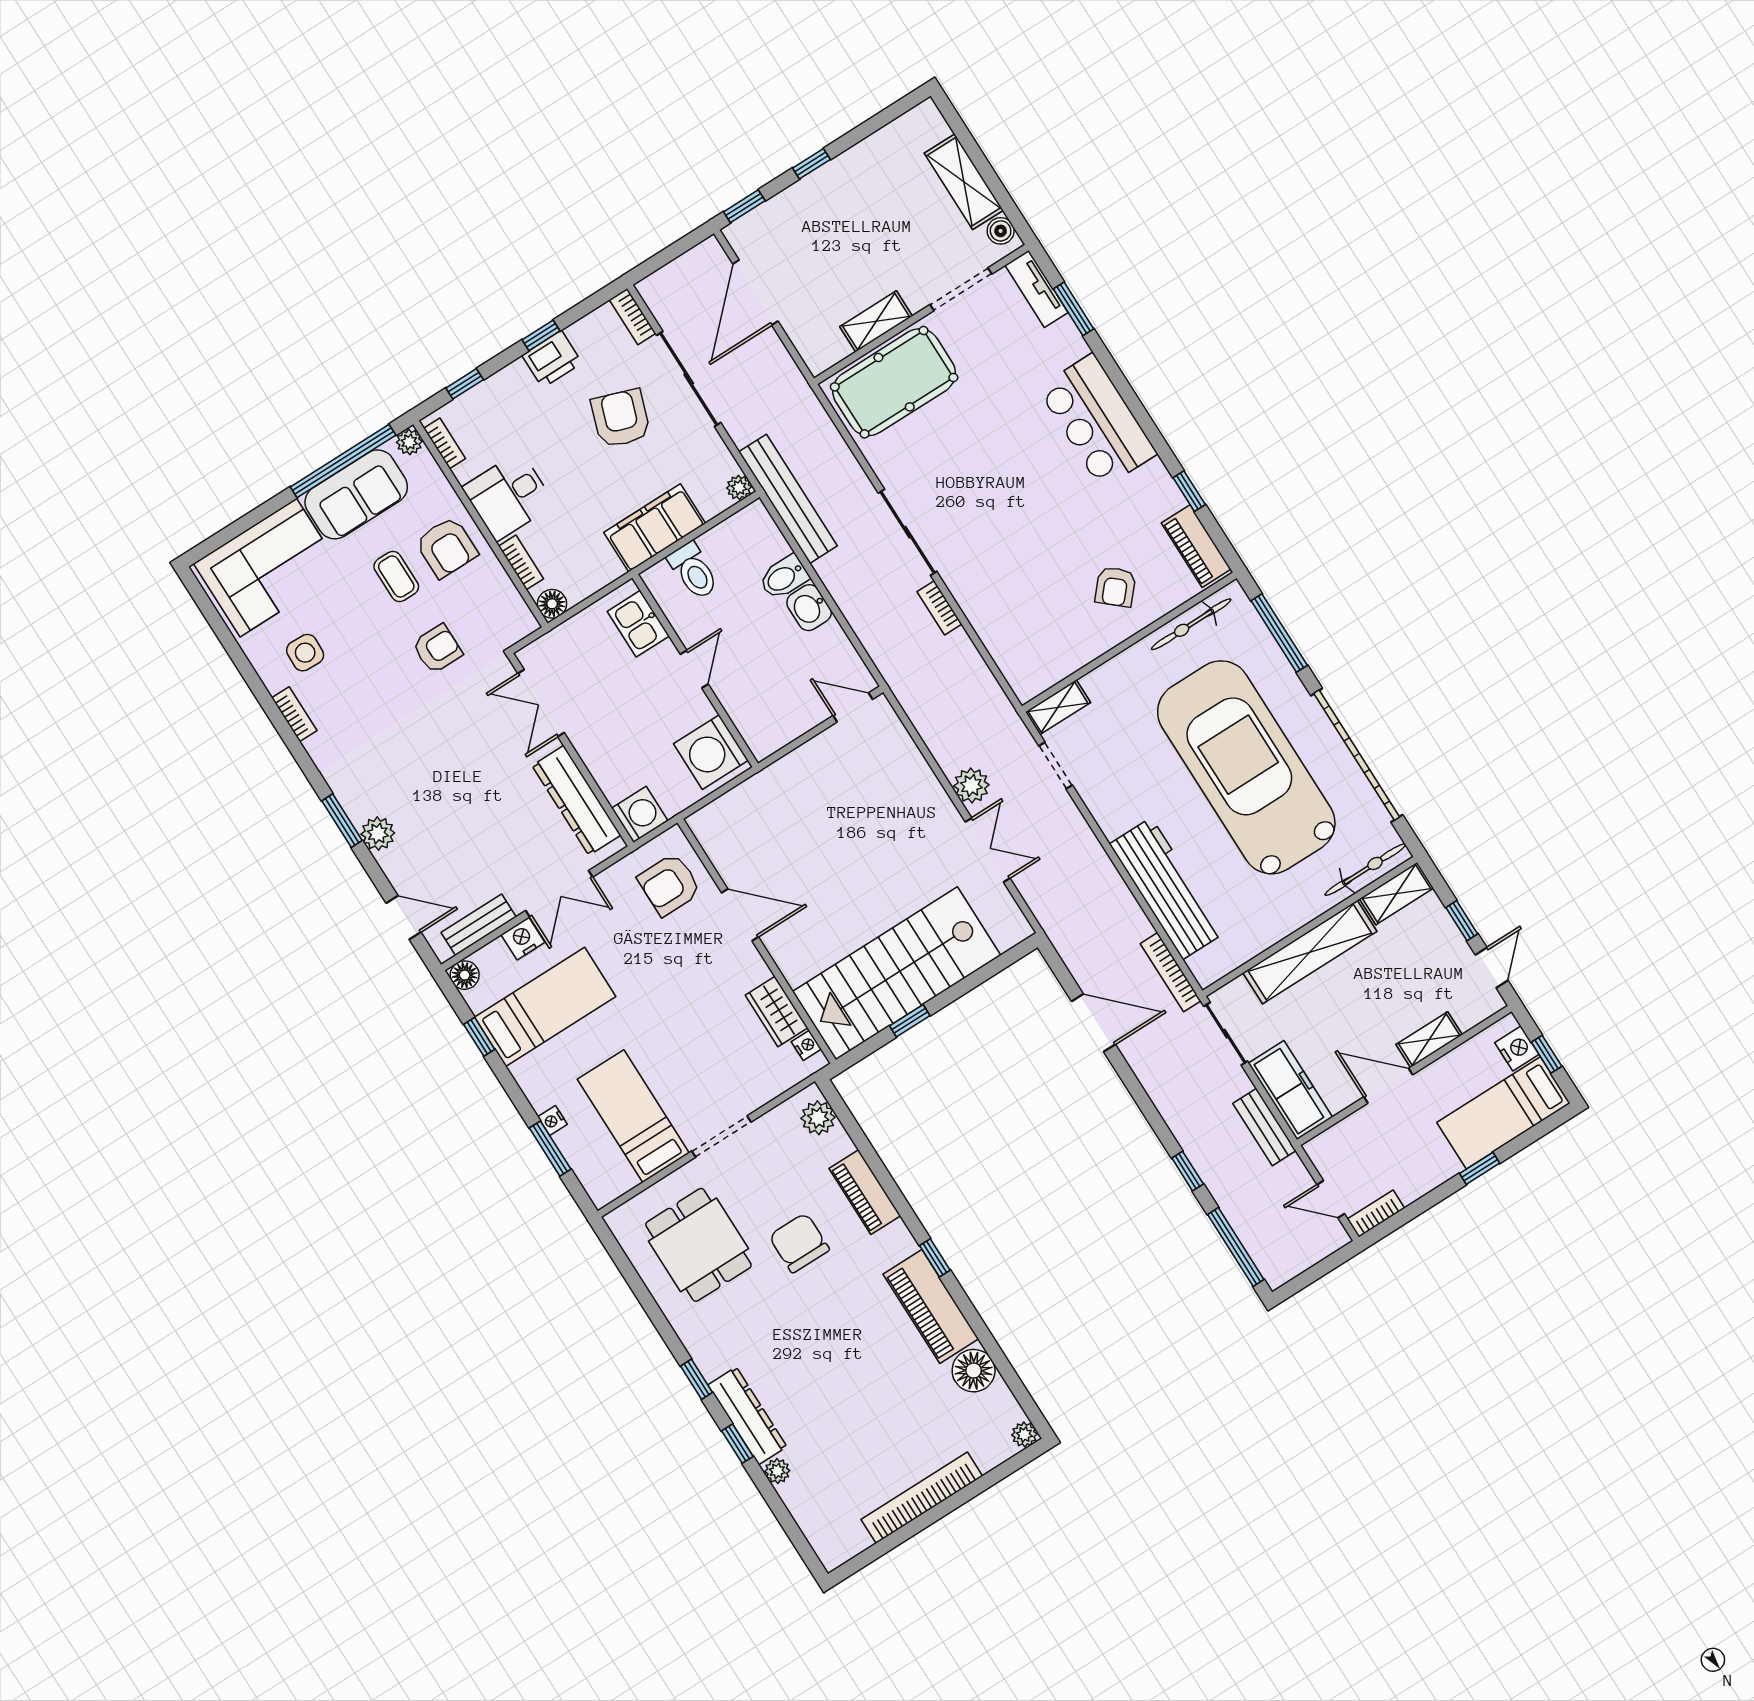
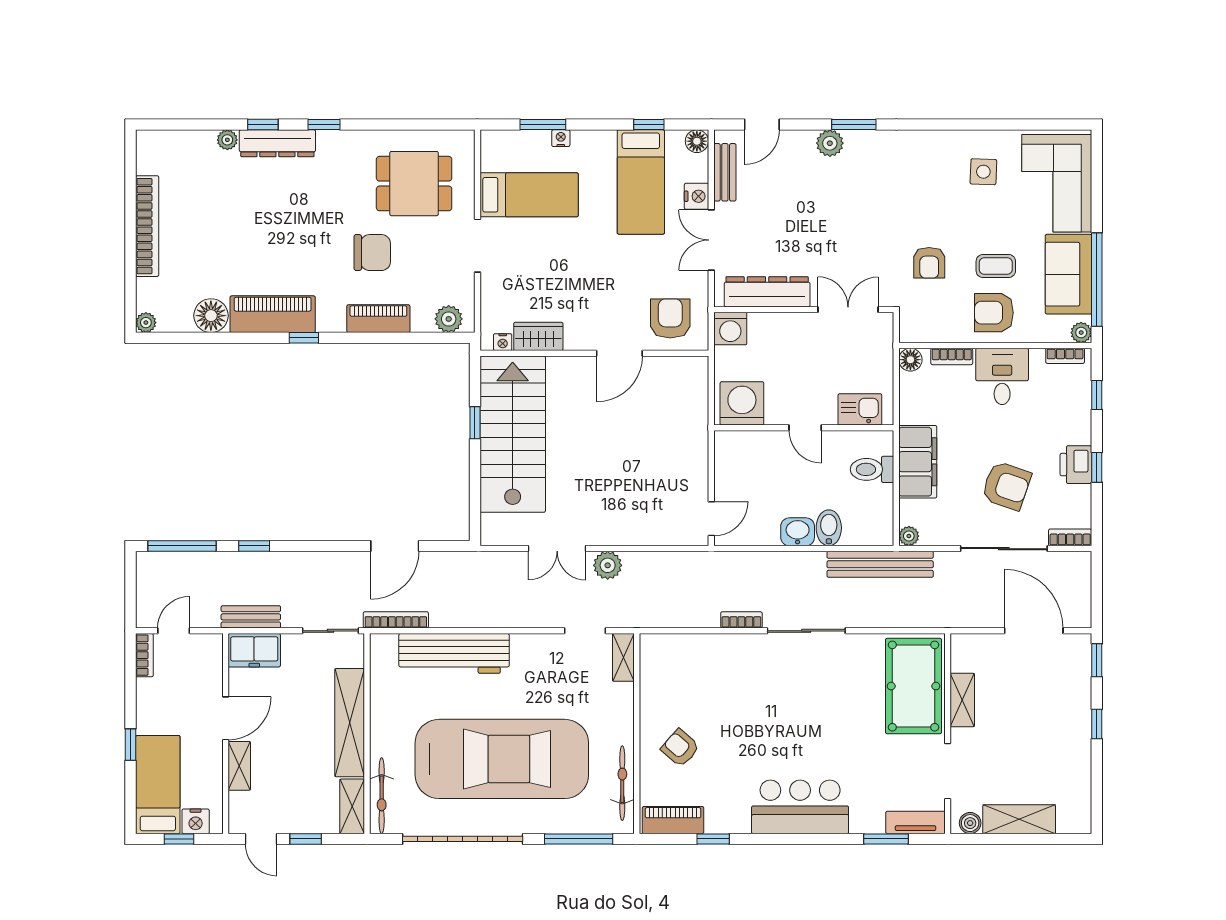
bookcase: (294, 714) -> (946, 138), removed
freezer: (1290, 1090) -> (254, 650), width x0.71

